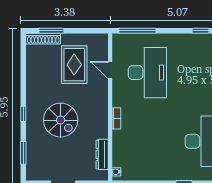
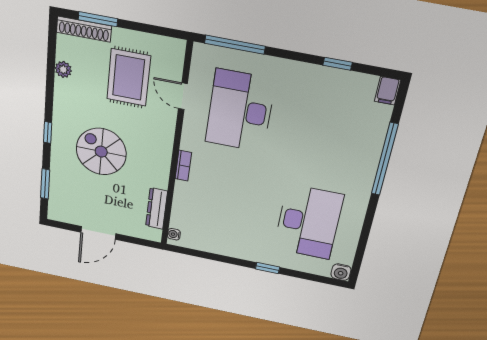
plant: (31, 68) -> (63, 69), added
desk: (147, 73) -> (240, 111), turned 180
spiral stairs: (61, 120) -> (101, 152), turned 180

